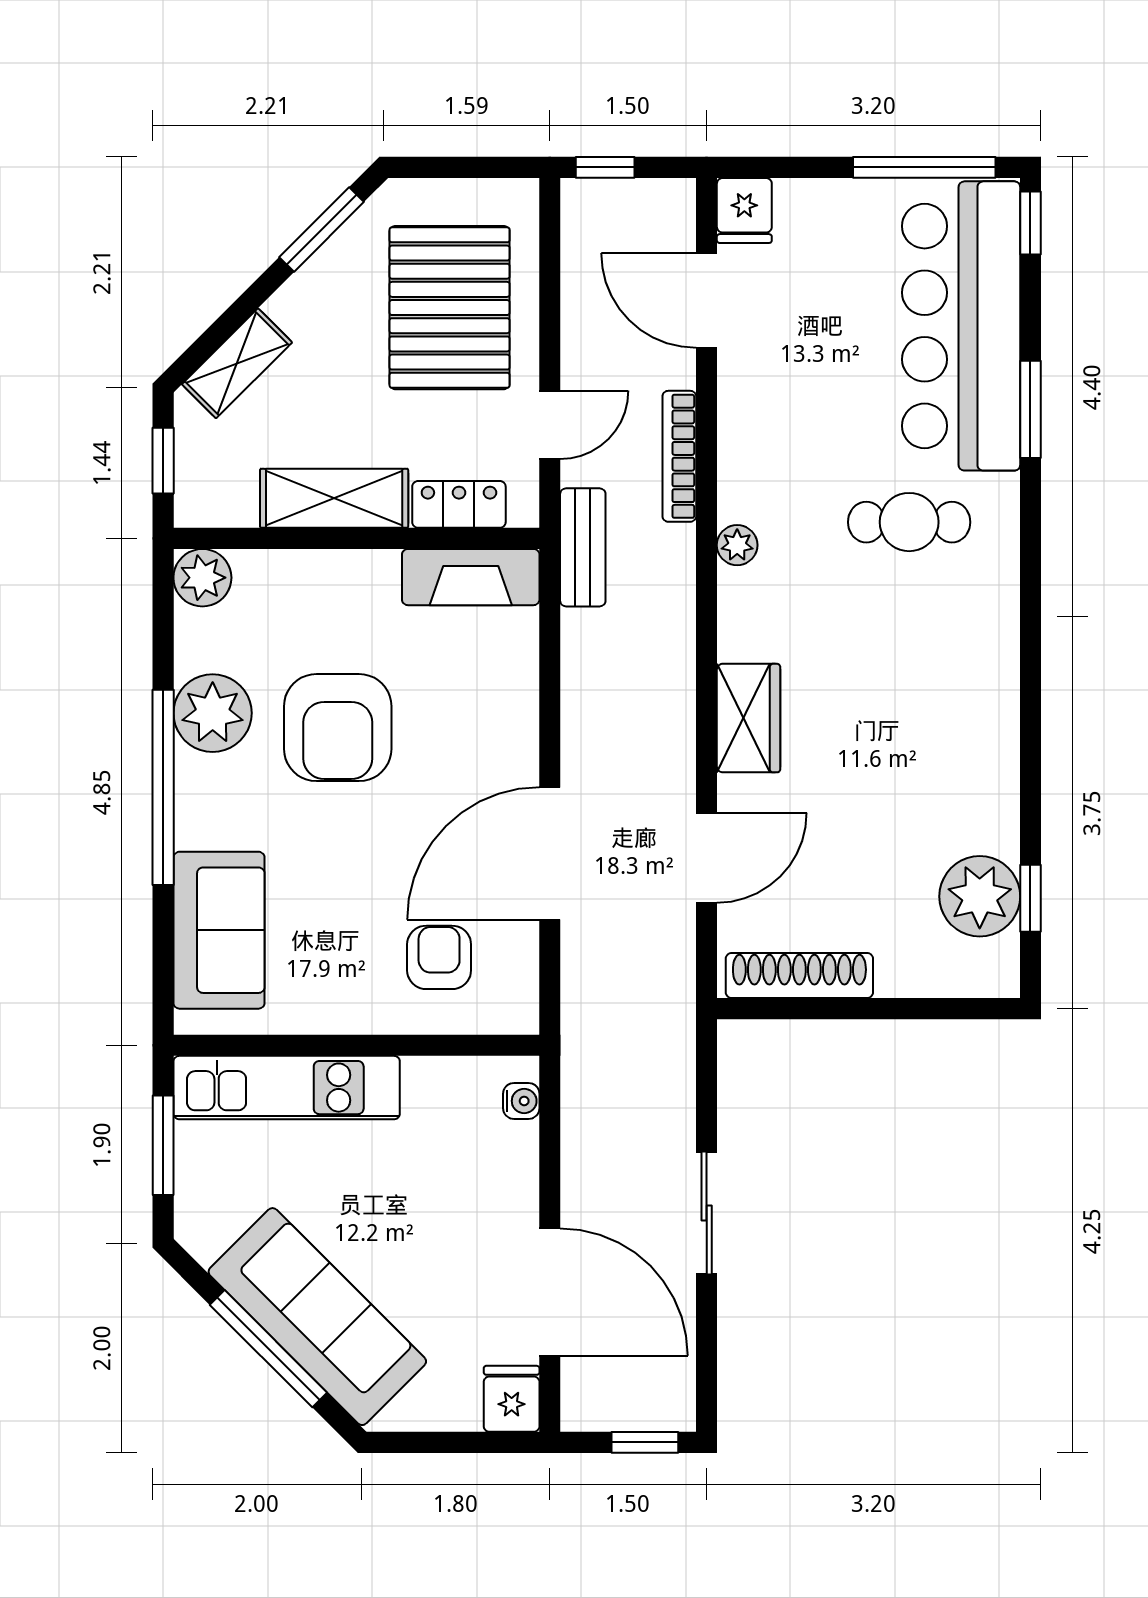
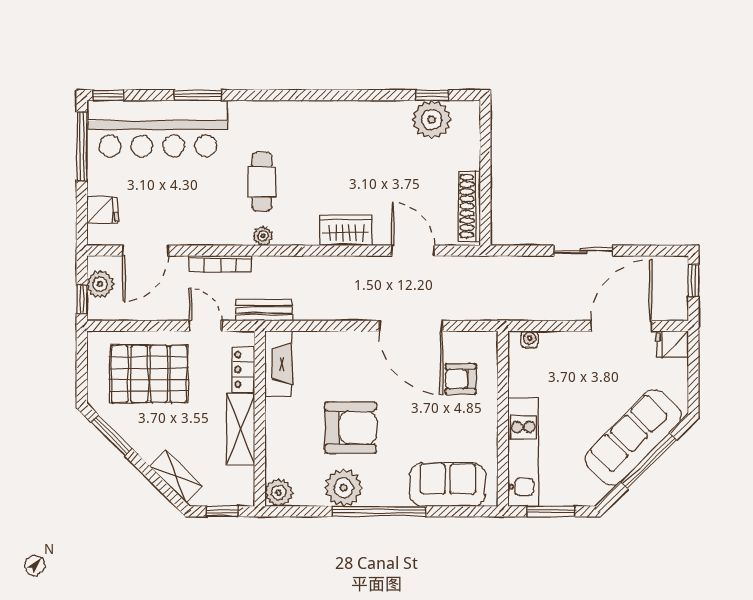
plant: (637, 206) -> (100, 284), added
fridge: (744, 210) -> (102, 210), moved
cafe table: (909, 522) -> (262, 182), moved

